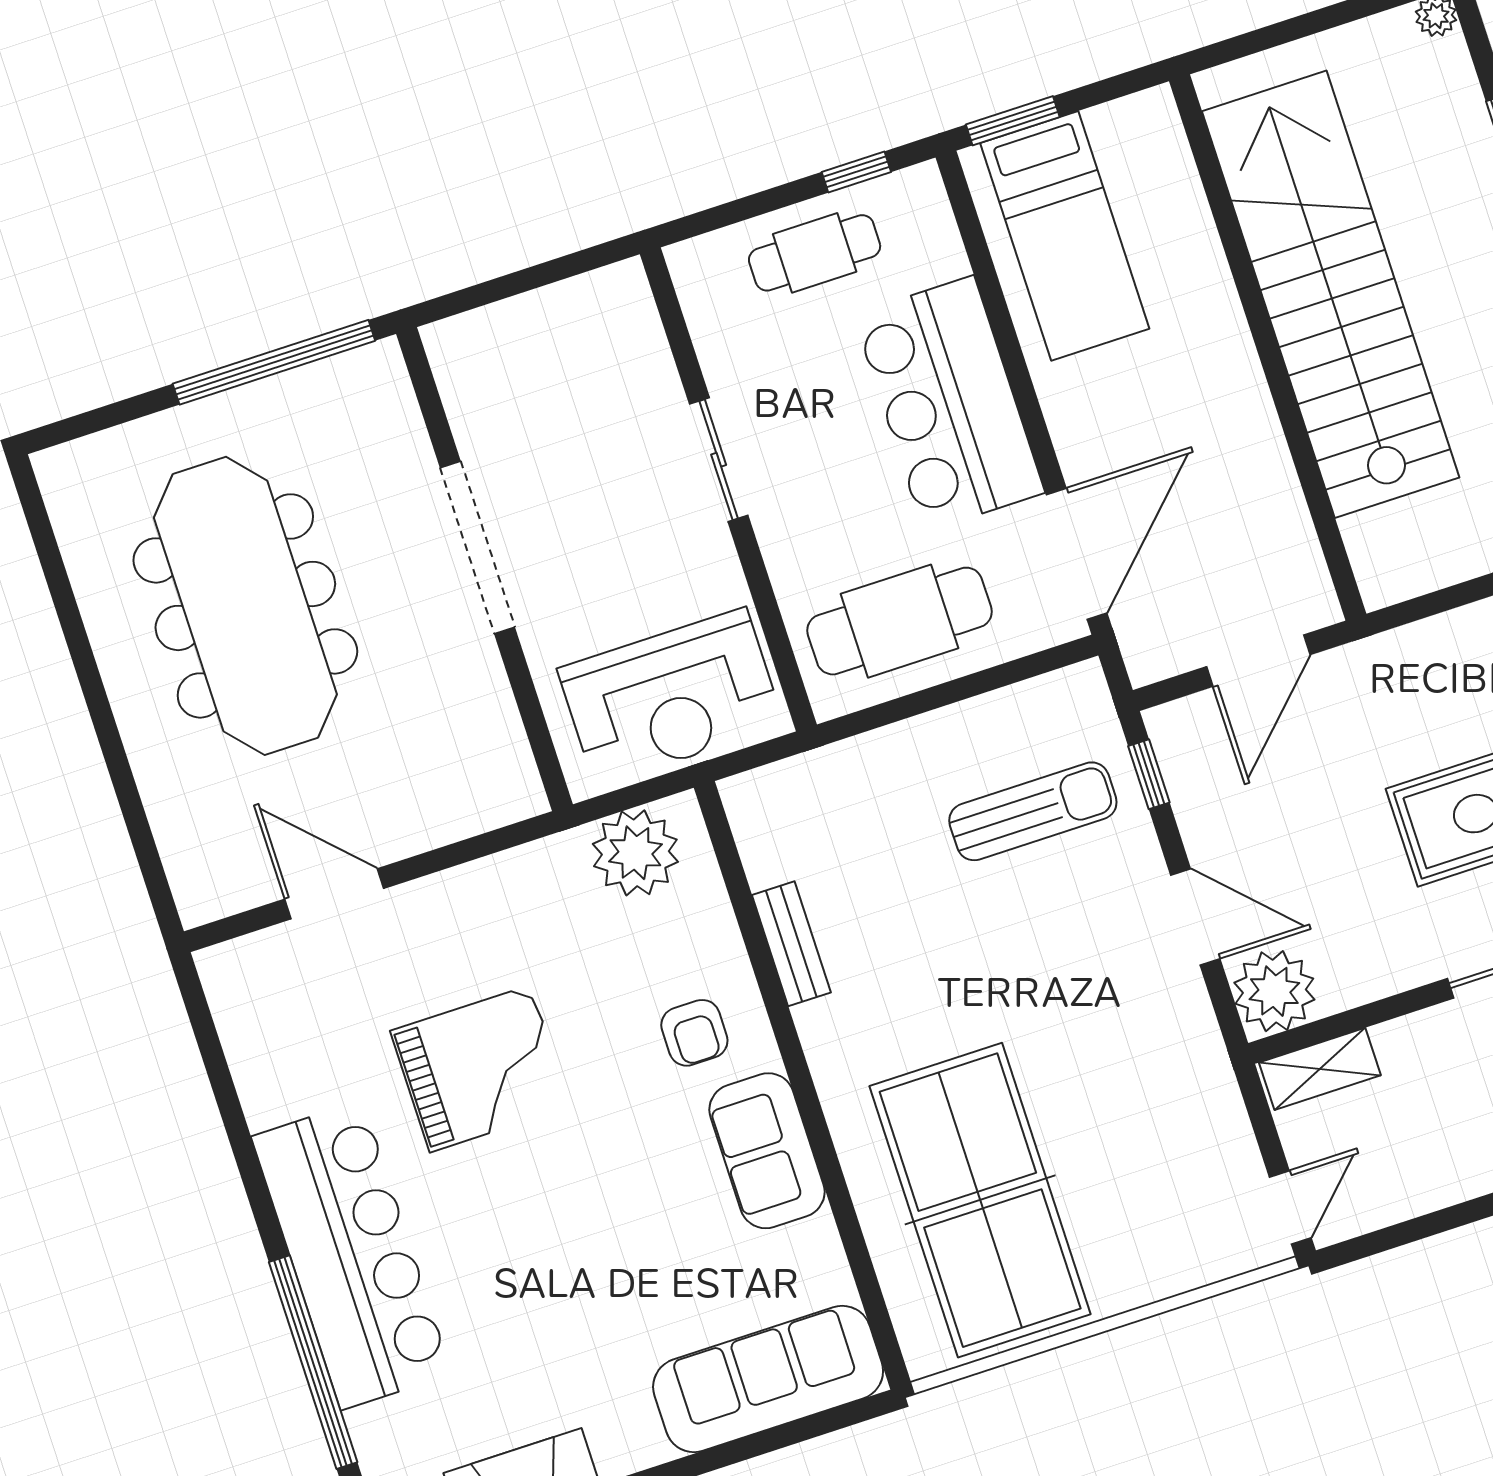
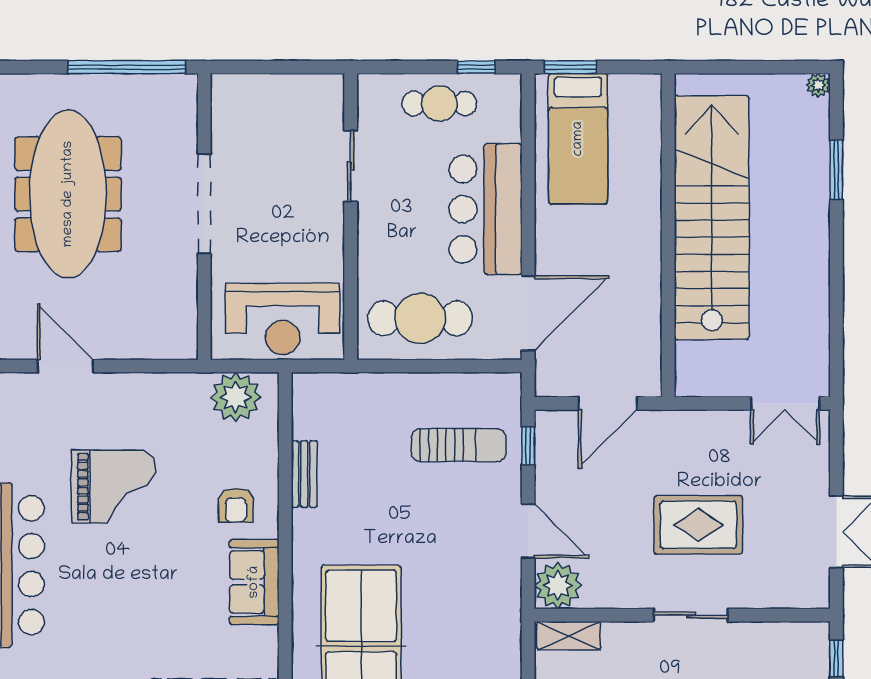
sliding door: (719, 460) -> (351, 166), moved

